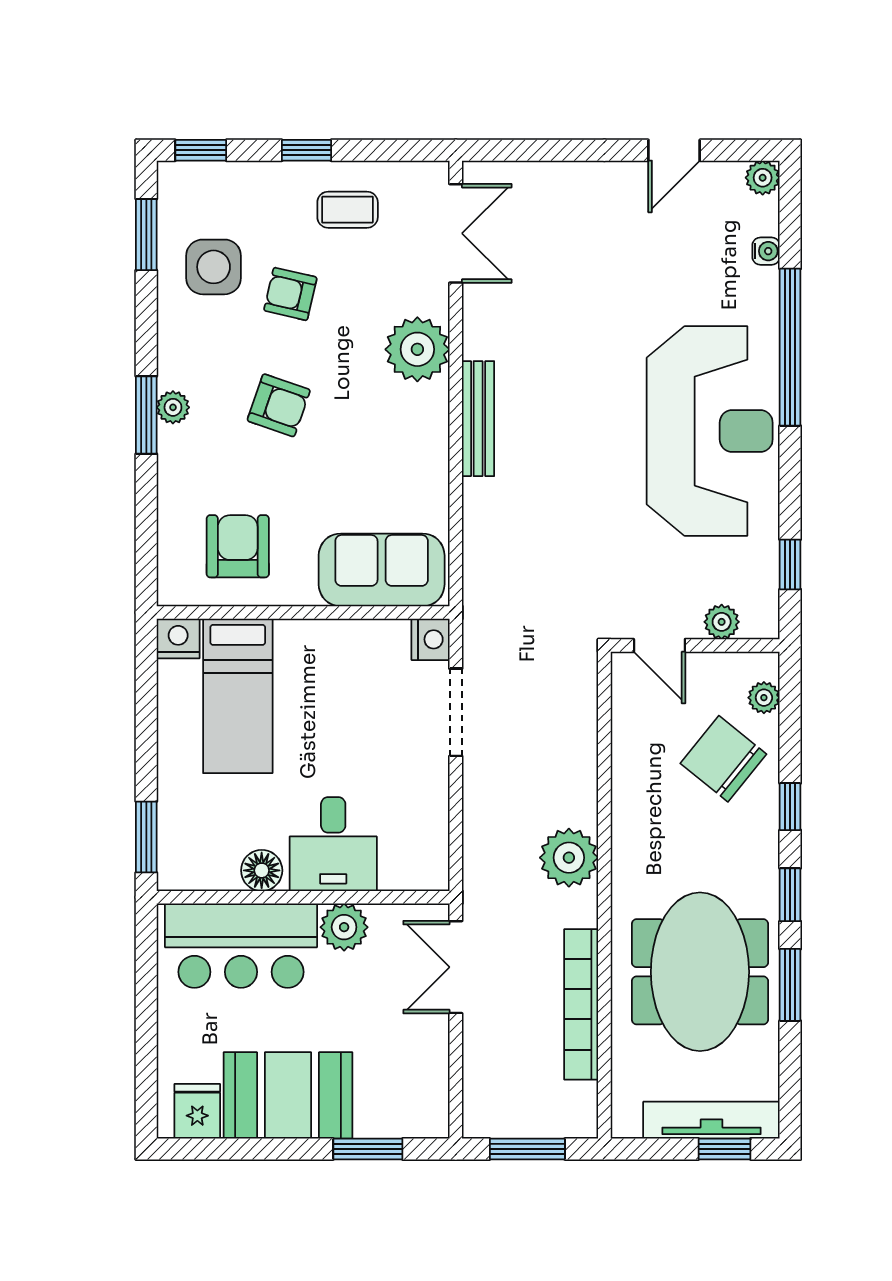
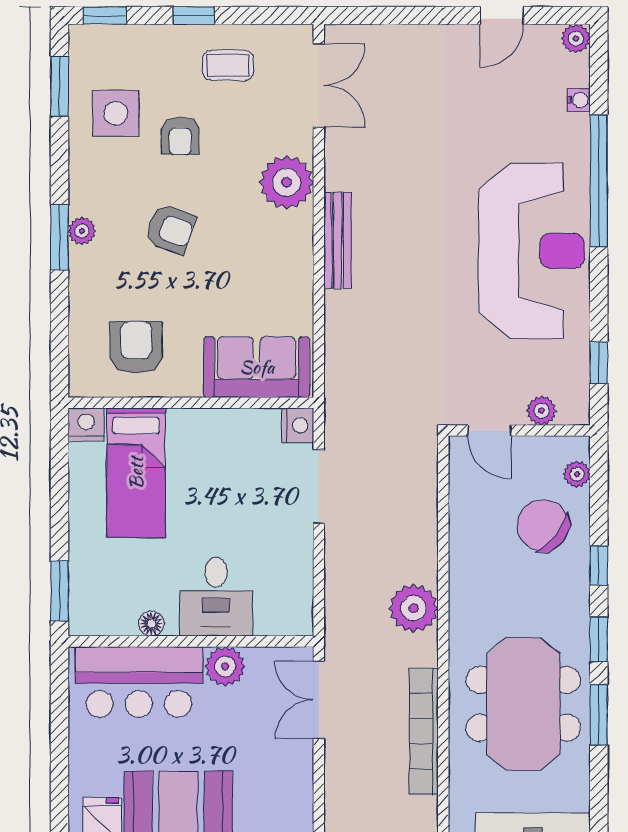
armchair: (290, 294) -> (180, 136), turned -103
floor lamp: (262, 870) -> (151, 624), width x0.73, depth x0.73

